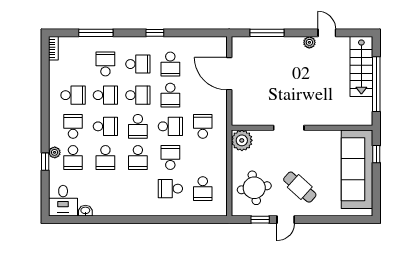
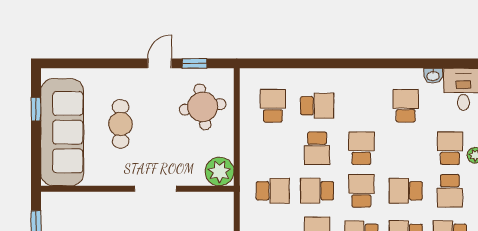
school desk: (203, 126) -> (273, 191), turned -90
window: (376, 154) -> (36, 109), moved
school desk: (105, 157) -> (406, 106), moved
cafe table: (300, 187) -> (120, 124), moved, turned 48

